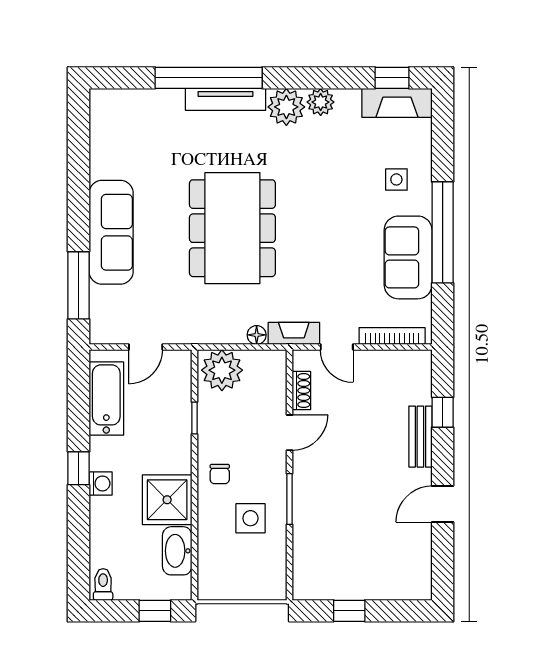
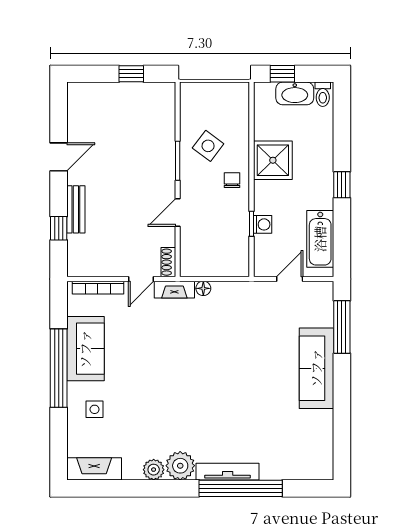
window: (392, 78) -> (98, 488), removed
dining table: (232, 228) -> (222, 371), removed
door: (337, 347) -> (141, 279), swing flipped
plant: (222, 370) -> (230, 261), removed
shoe rack: (301, 391) -> (168, 262), moved
washing machine: (101, 483) -> (263, 224), moved, turned 180
side table: (250, 518) -> (208, 146), turned 37
washbasin: (177, 551) -> (295, 93), moved, turned 90

